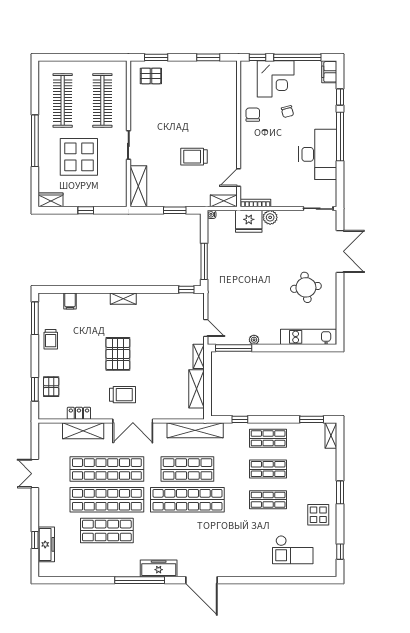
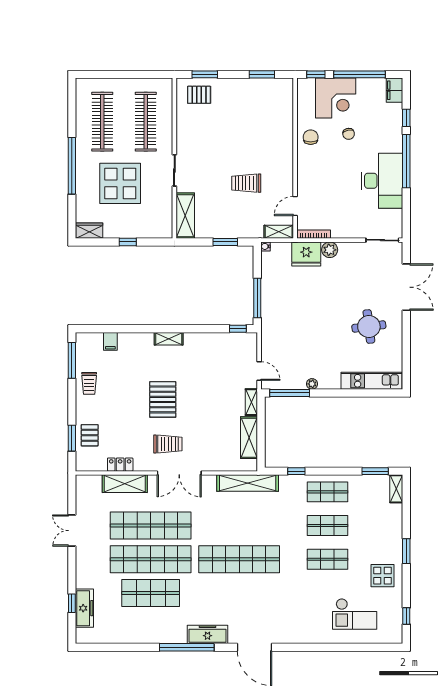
shop shelf: (187, 469) -> (239, 526), removed

